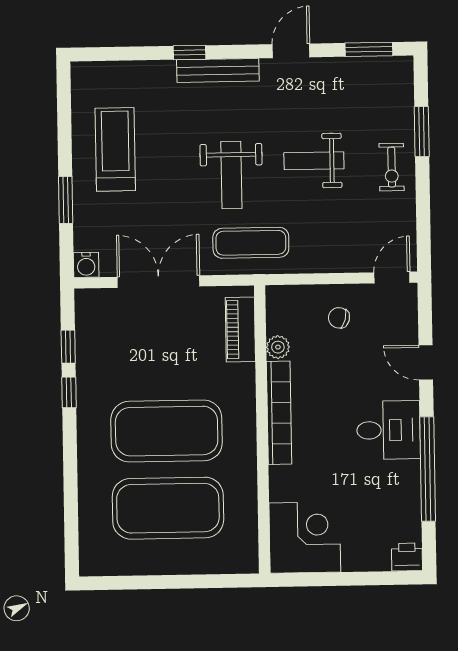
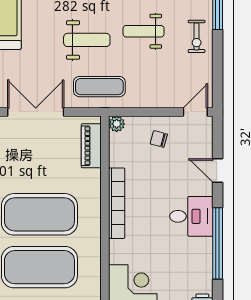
weight bench: (231, 175) -> (87, 40), turned -90
plant: (278, 347) -> (117, 124), moved

